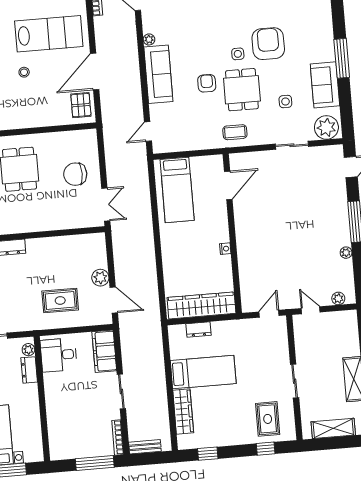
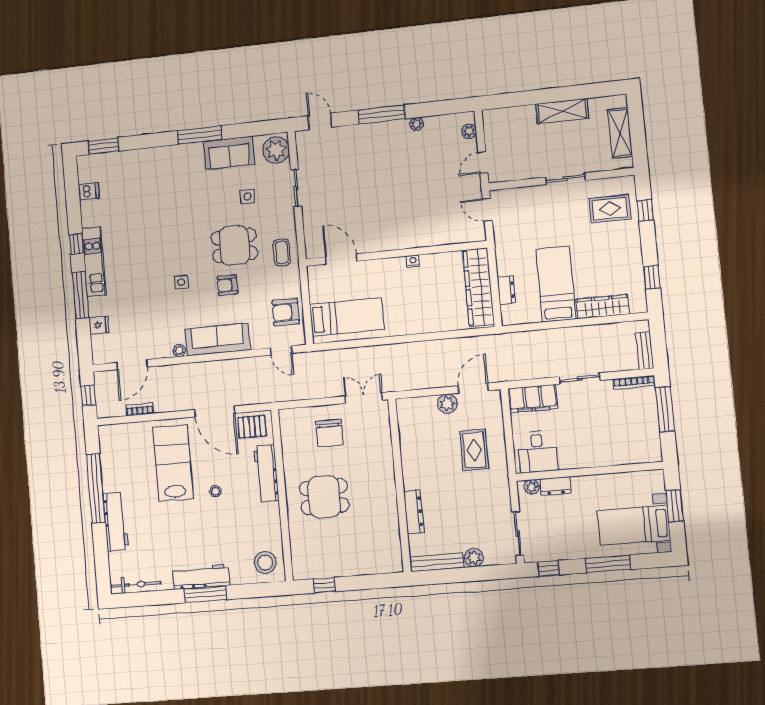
armchair: (268, 44) -> (286, 312), moved, width x0.73, depth x0.73
side table: (238, 54) -> (181, 282), moved
workbench: (40, 118) -> (266, 474), added

